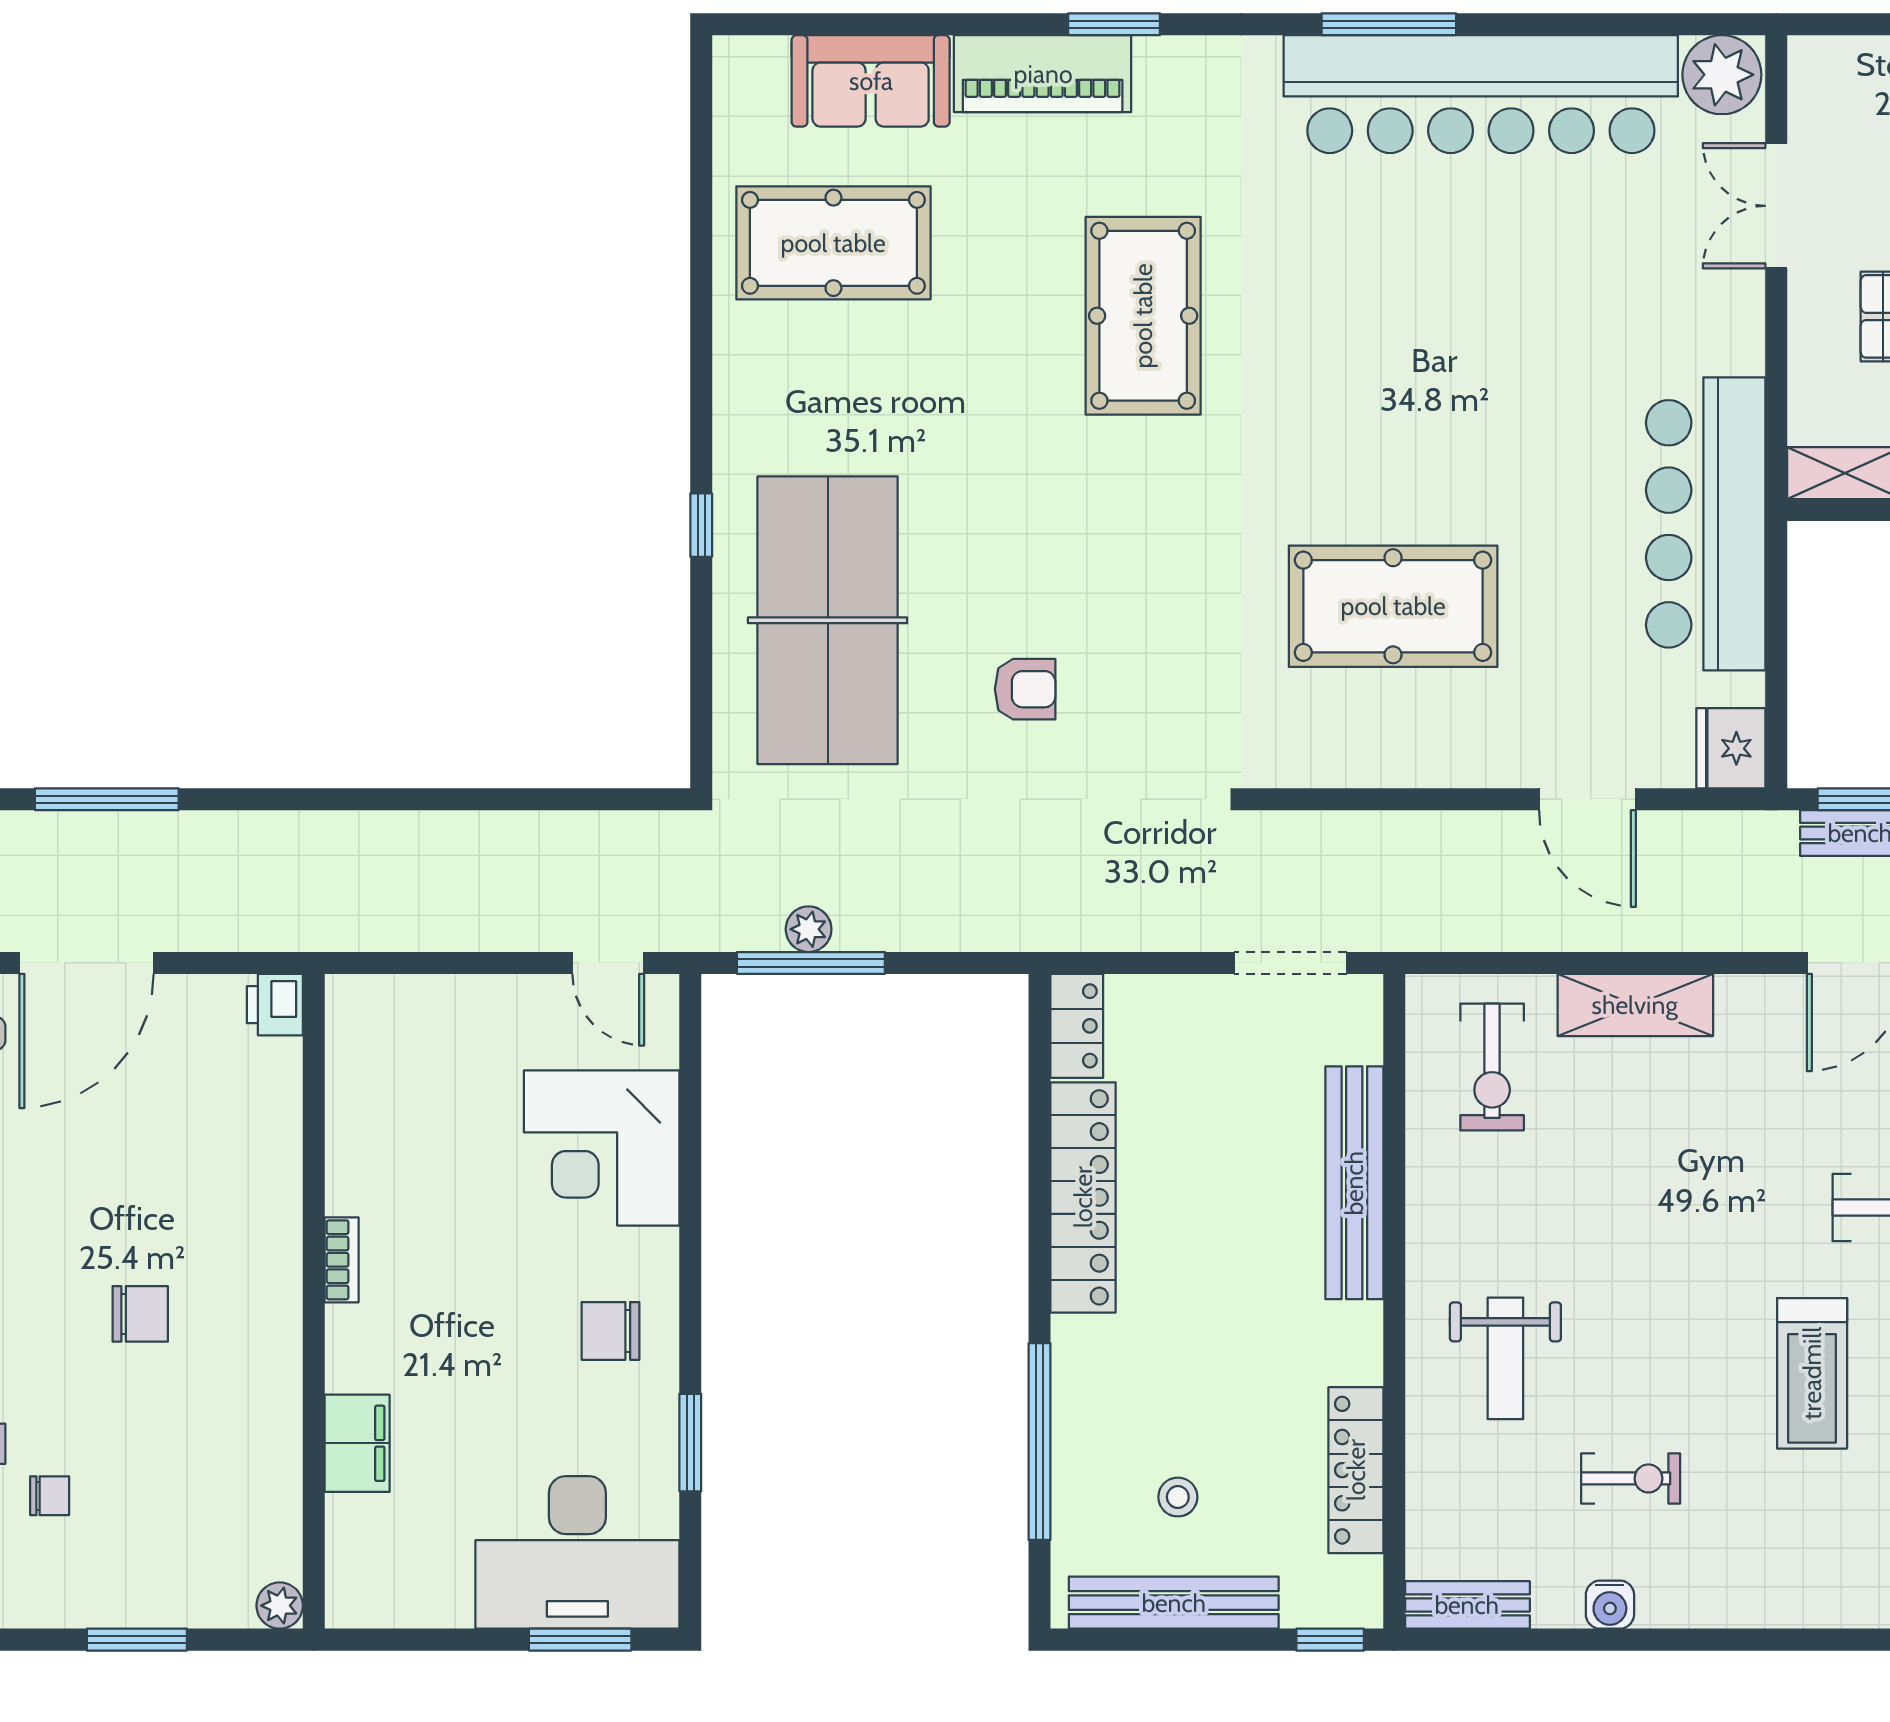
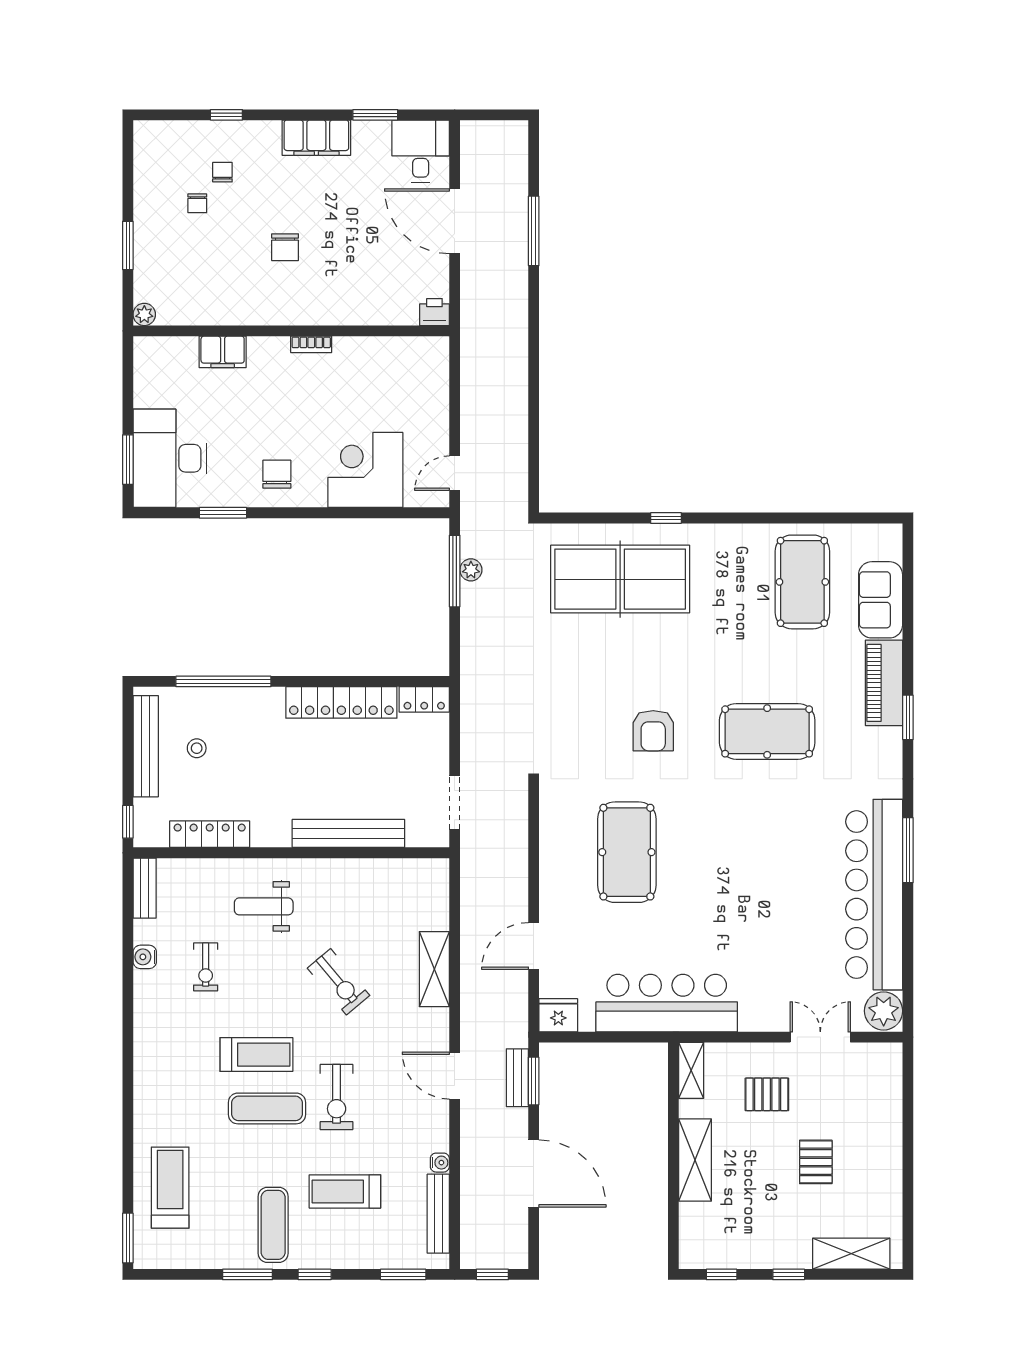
armchair: (1025, 689) -> (653, 731), moved, width x1.38, depth x1.38
exercise bike: (1492, 1067) -> (338, 982), moved, turned -130
treadmill: (1812, 1373) -> (256, 1055), turned 180

